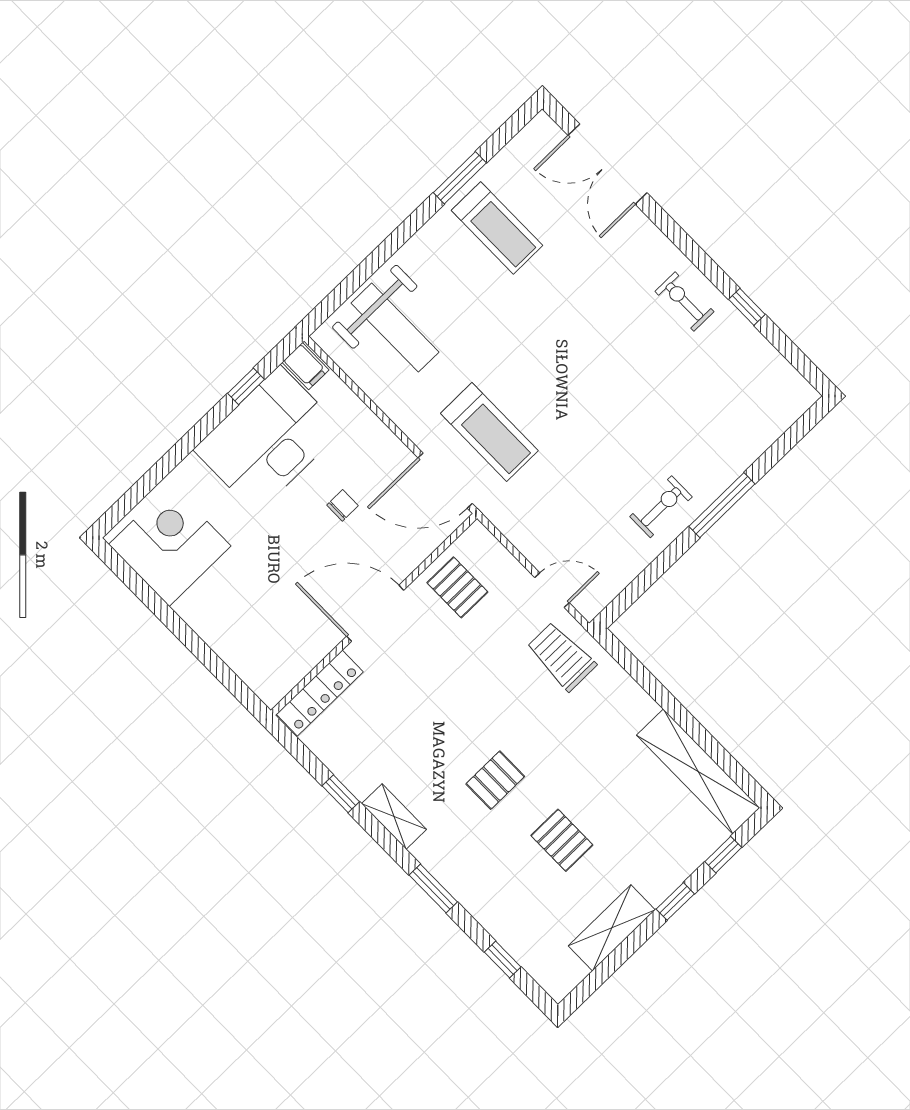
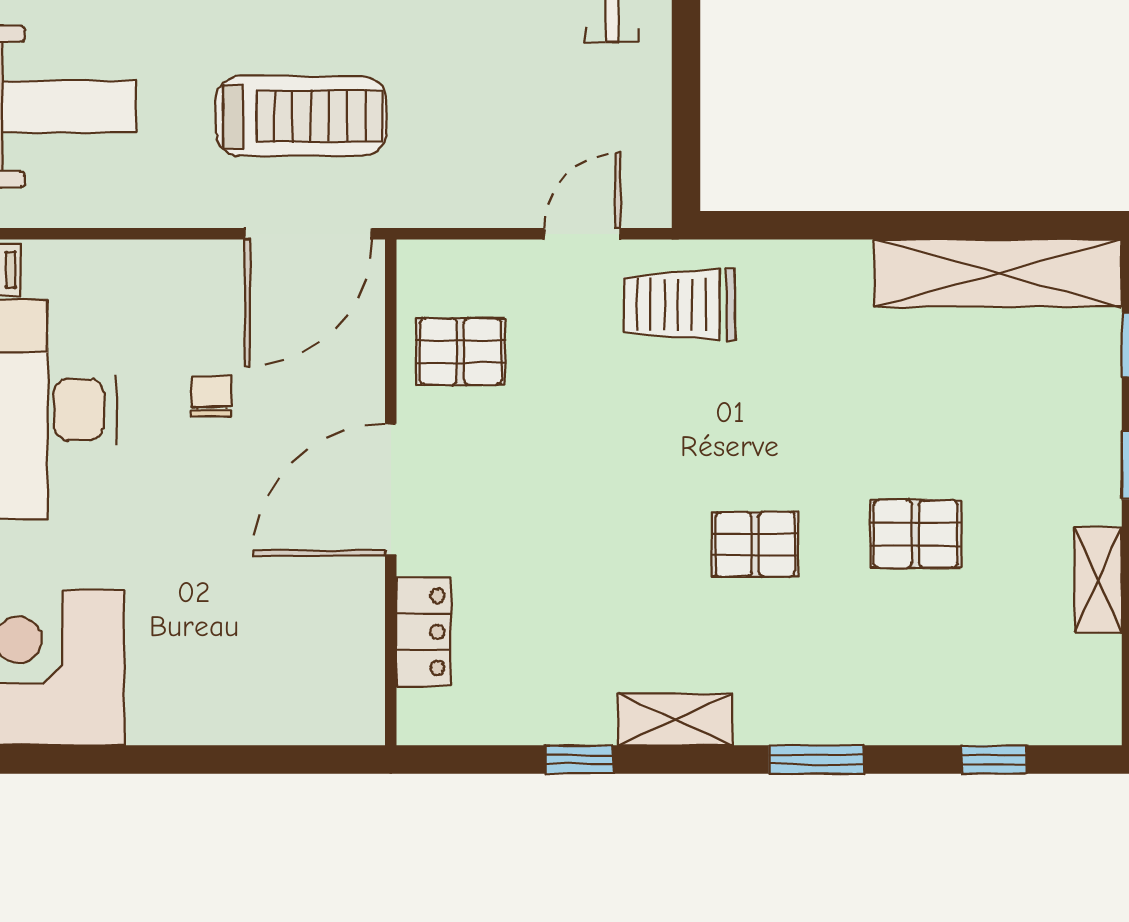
locker: (320, 693) -> (424, 632), width x0.66
pallet: (495, 780) -> (755, 544), turned 90
shelving: (612, 928) -> (1098, 580), width x0.67, depth x0.75

